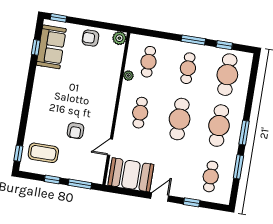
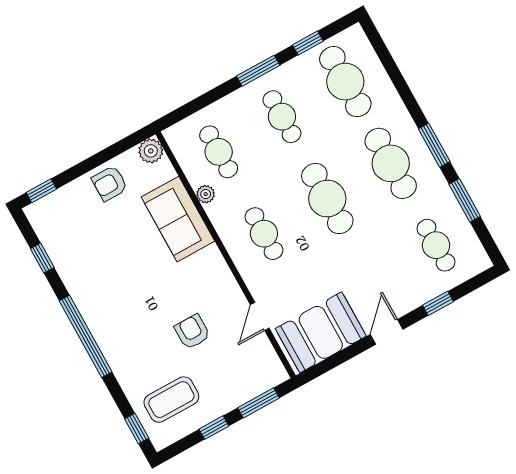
sofa: (51, 47) -> (178, 219), moved, turned 180
window: (28, 96) -> (86, 336), added
armchair: (76, 131) -> (192, 332), turned 180

